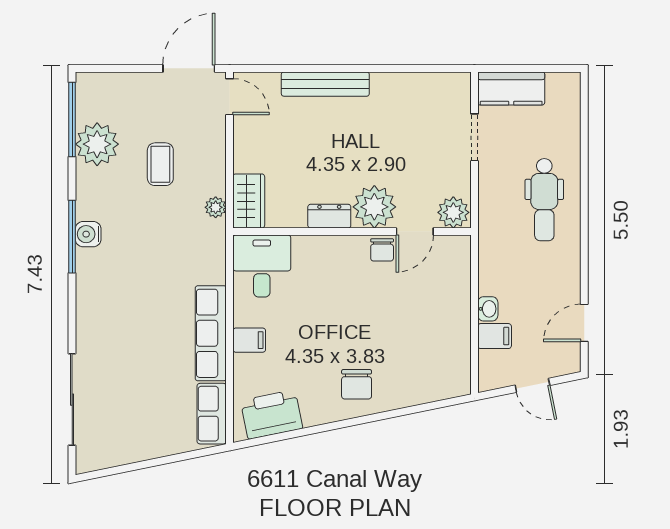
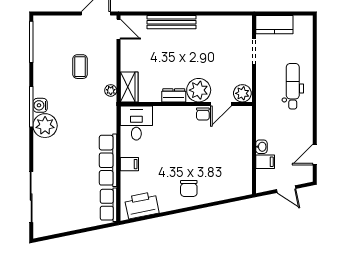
plant: (97, 144) -> (45, 126), moved
dental chair: (544, 200) -> (293, 86), turned 180

